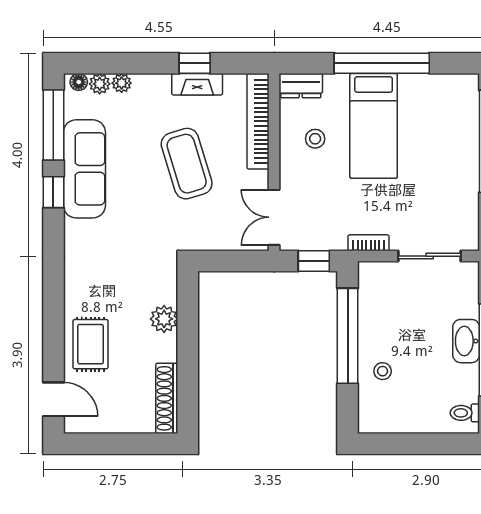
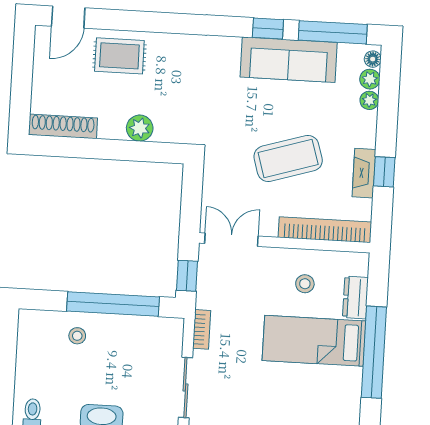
dresser: (301, 86) -> (355, 297), moved

